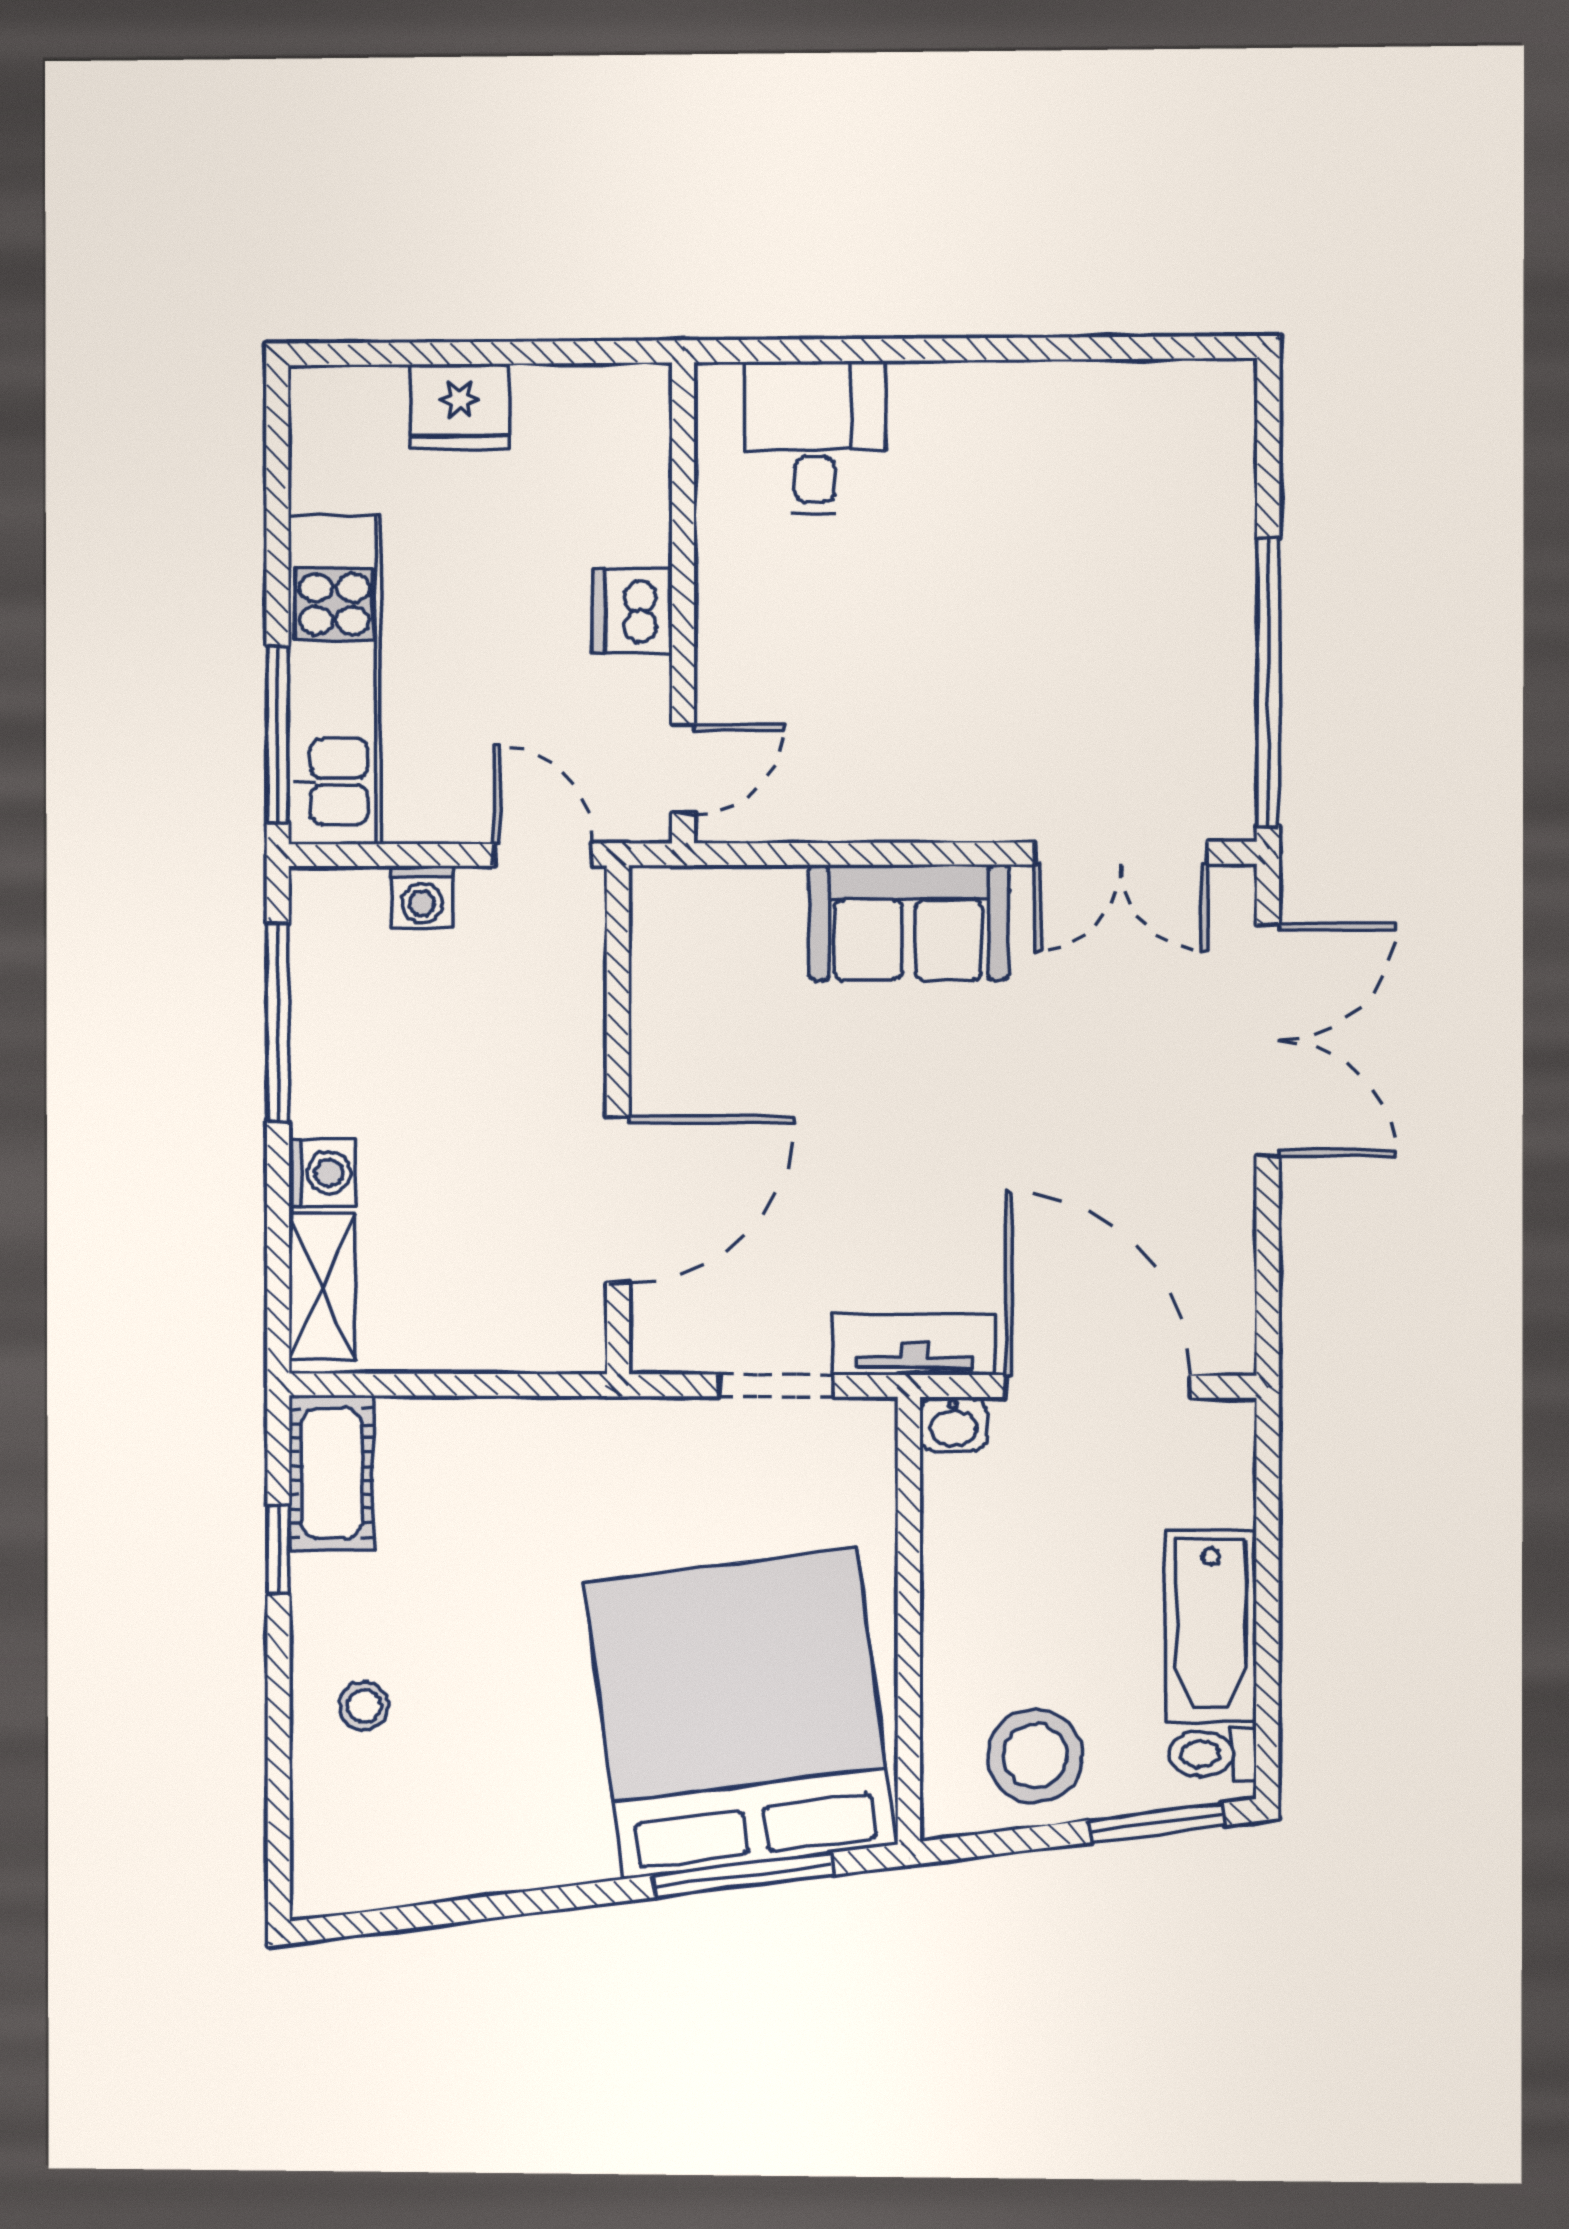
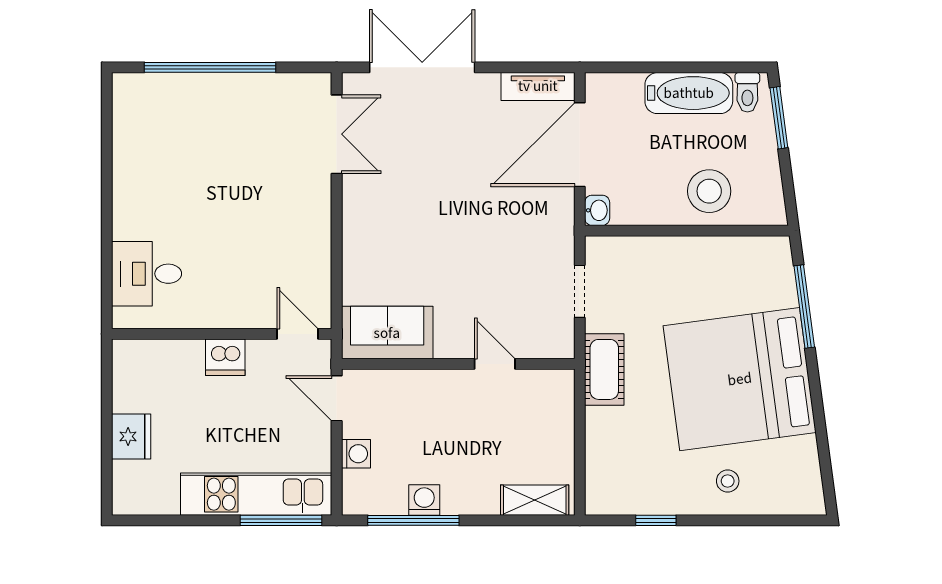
window: (1268, 683) -> (210, 67), moved
door: (543, 855) -> (337, 398), hinge flipped
sofa: (908, 922) -> (387, 333), moved, turned -90
washing machine: (322, 1173) -> (424, 500), moved
door: (618, 1200) -> (495, 364), width x0.53
tv unit: (914, 1344) -> (538, 86), moved, turned -90
cot: (331, 1473) -> (604, 369), moved, turned 90
bed: (740, 1713) -> (740, 379), moved
stool: (1035, 1756) -> (709, 191), moved

